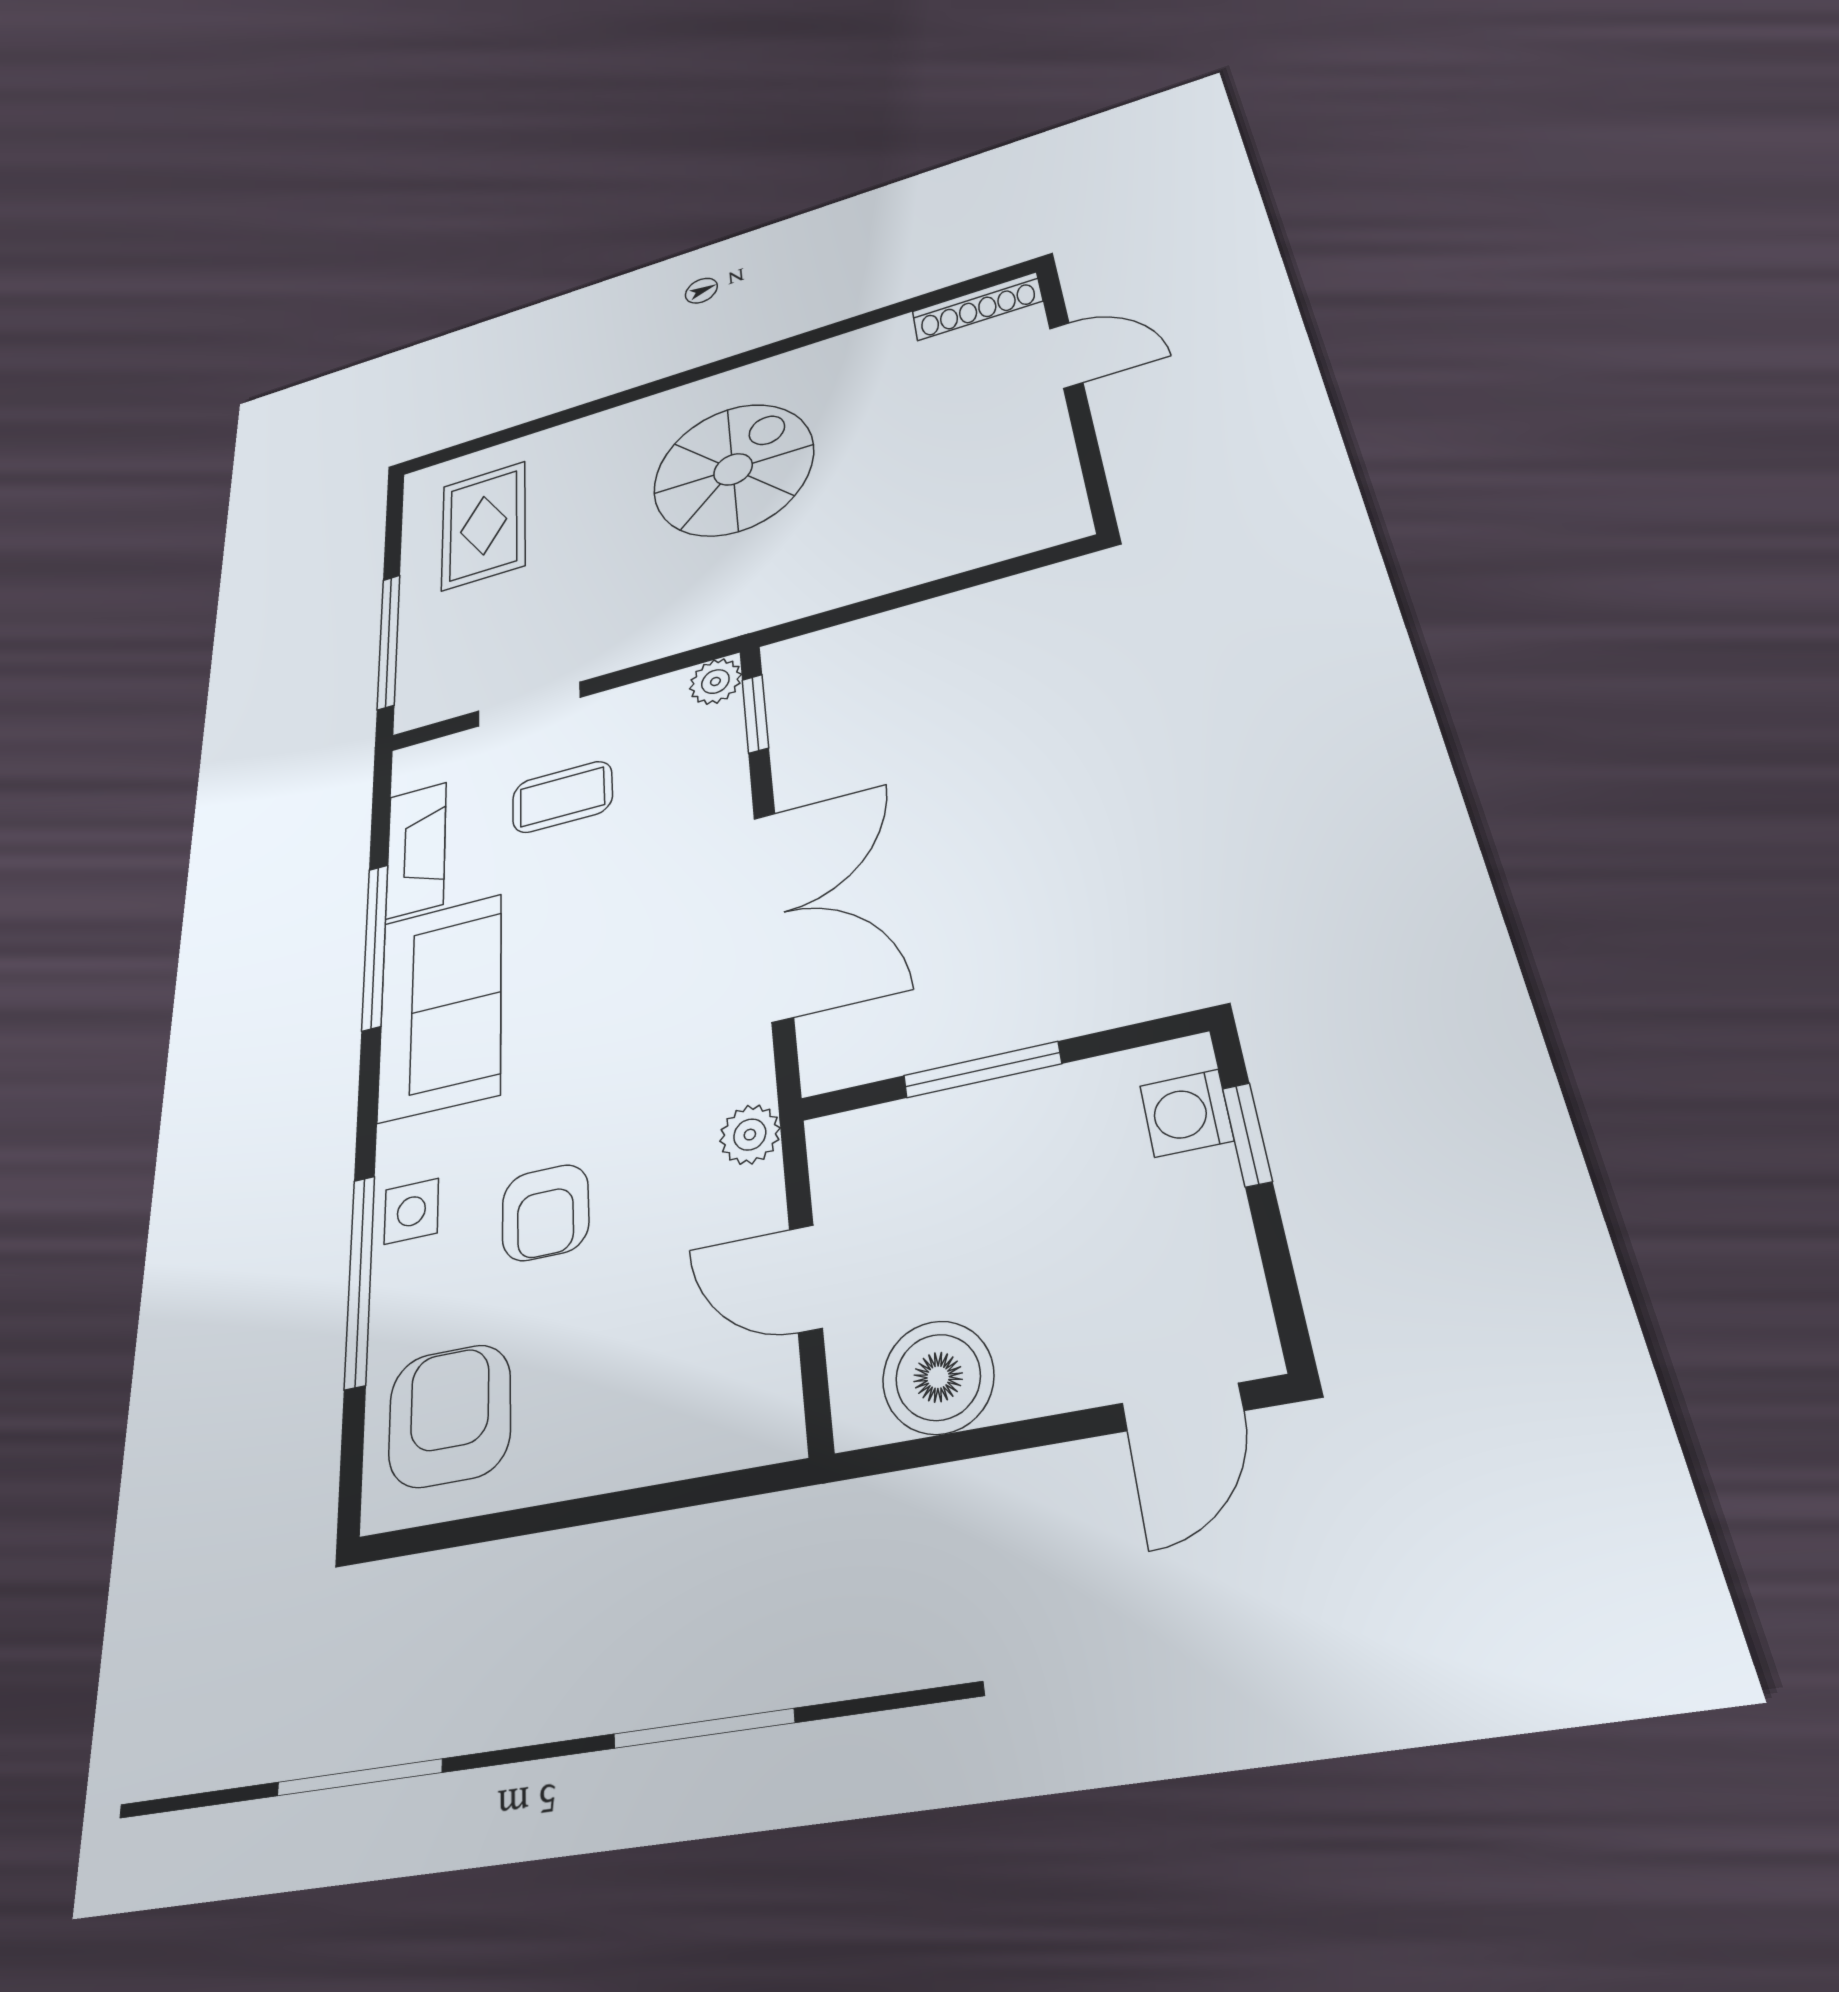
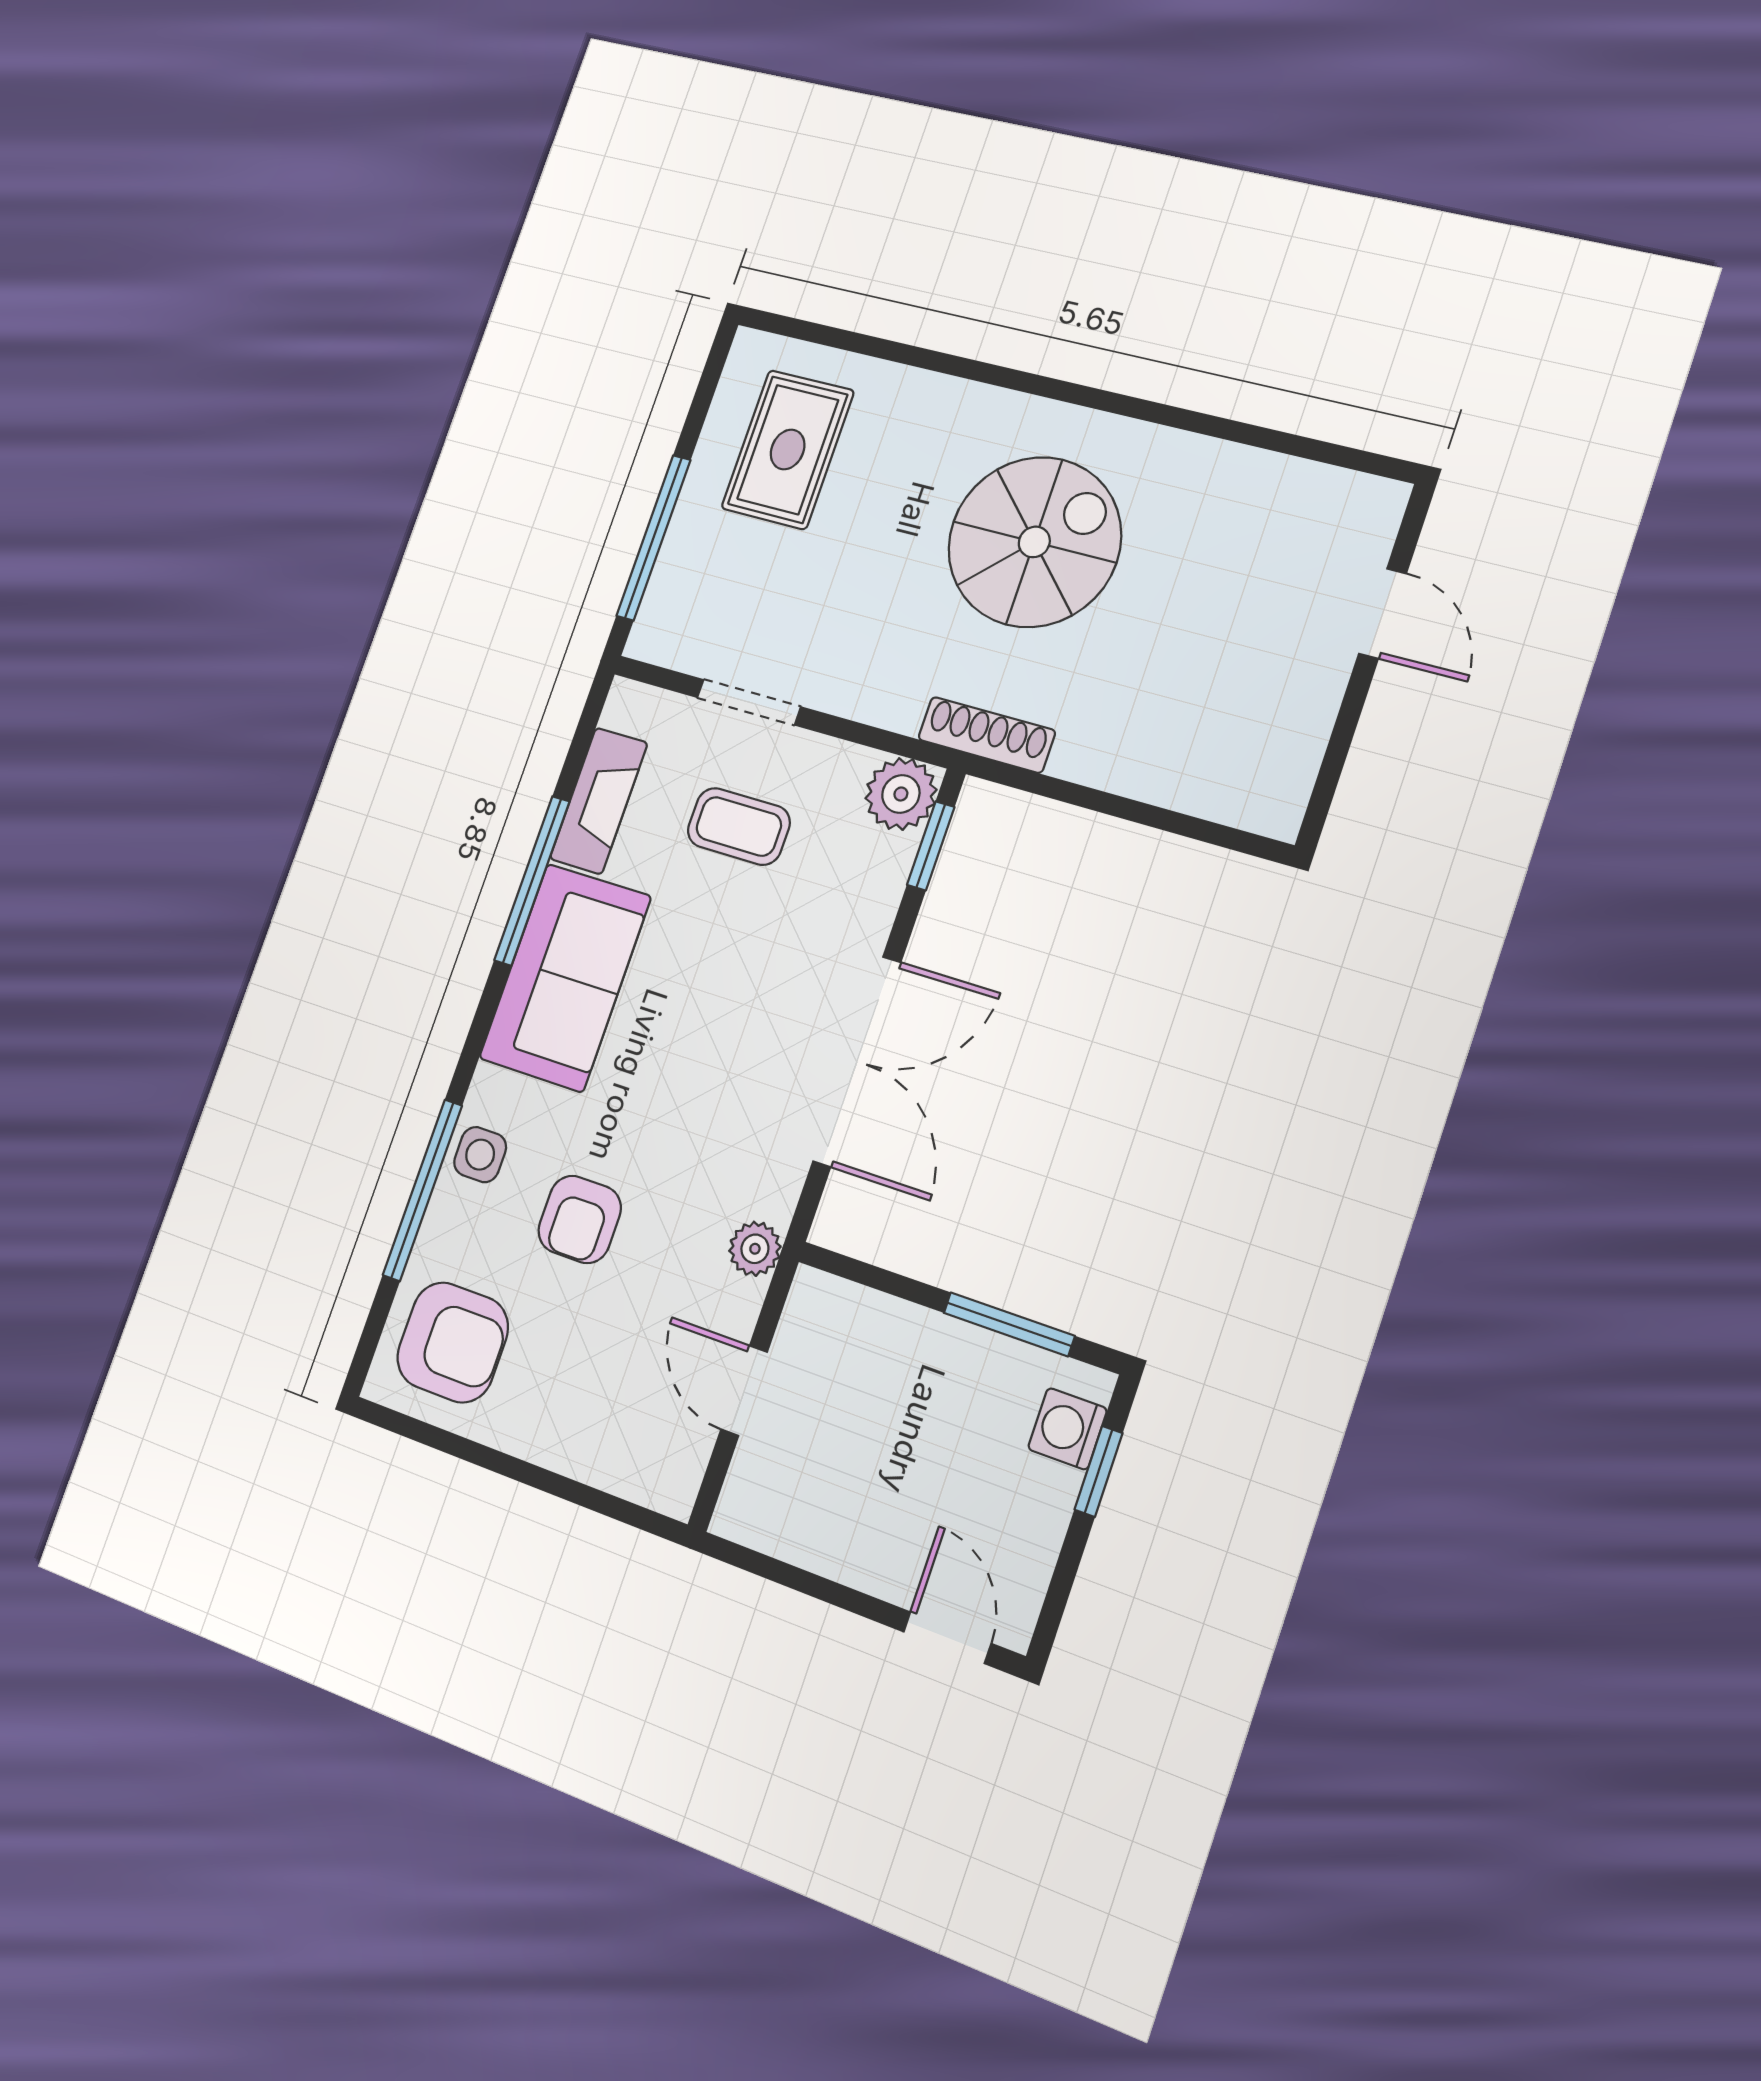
shoe rack: (977, 306) -> (987, 735), moved, turned 180
plant: (715, 681) -> (901, 794), width x1.38, depth x1.38
window: (982, 1070) -> (1009, 1324), moved
boiler: (938, 1377) -> (800, 1520), removed
door: (1182, 1407) -> (947, 1638), swing flipped
armchair: (450, 1416) -> (453, 1342), turned 90

